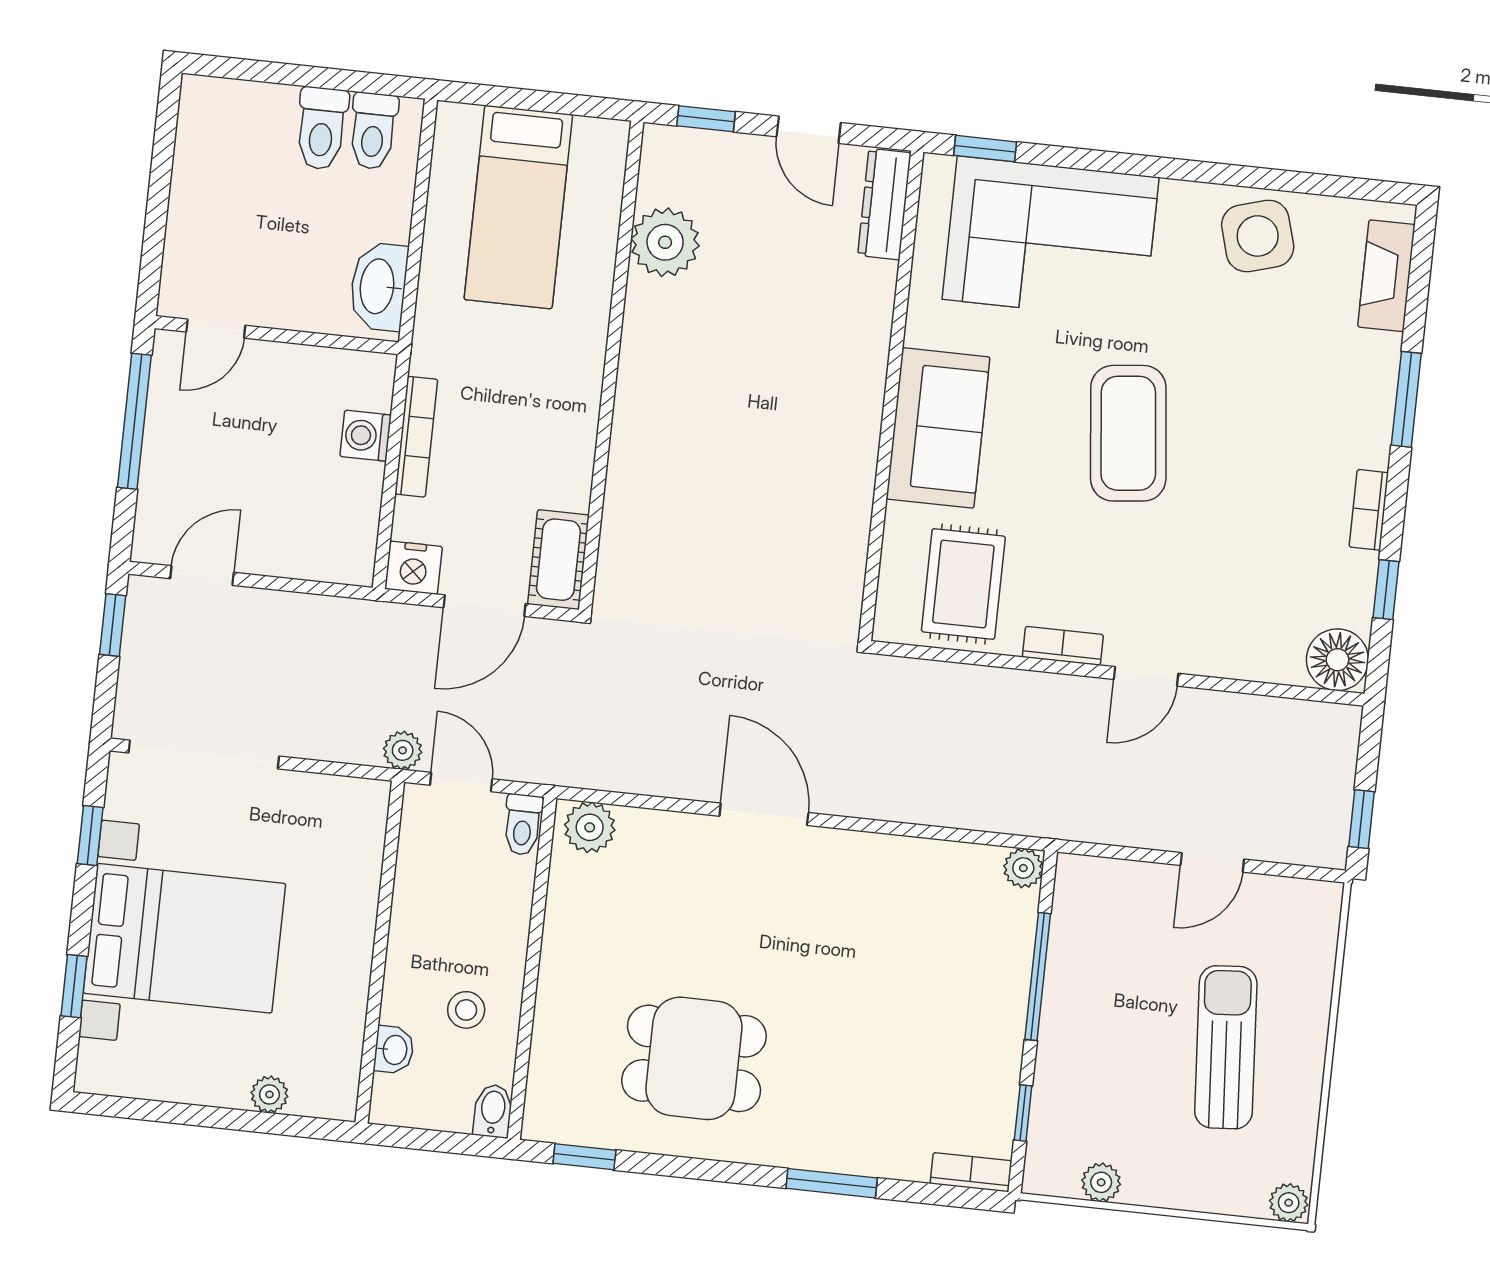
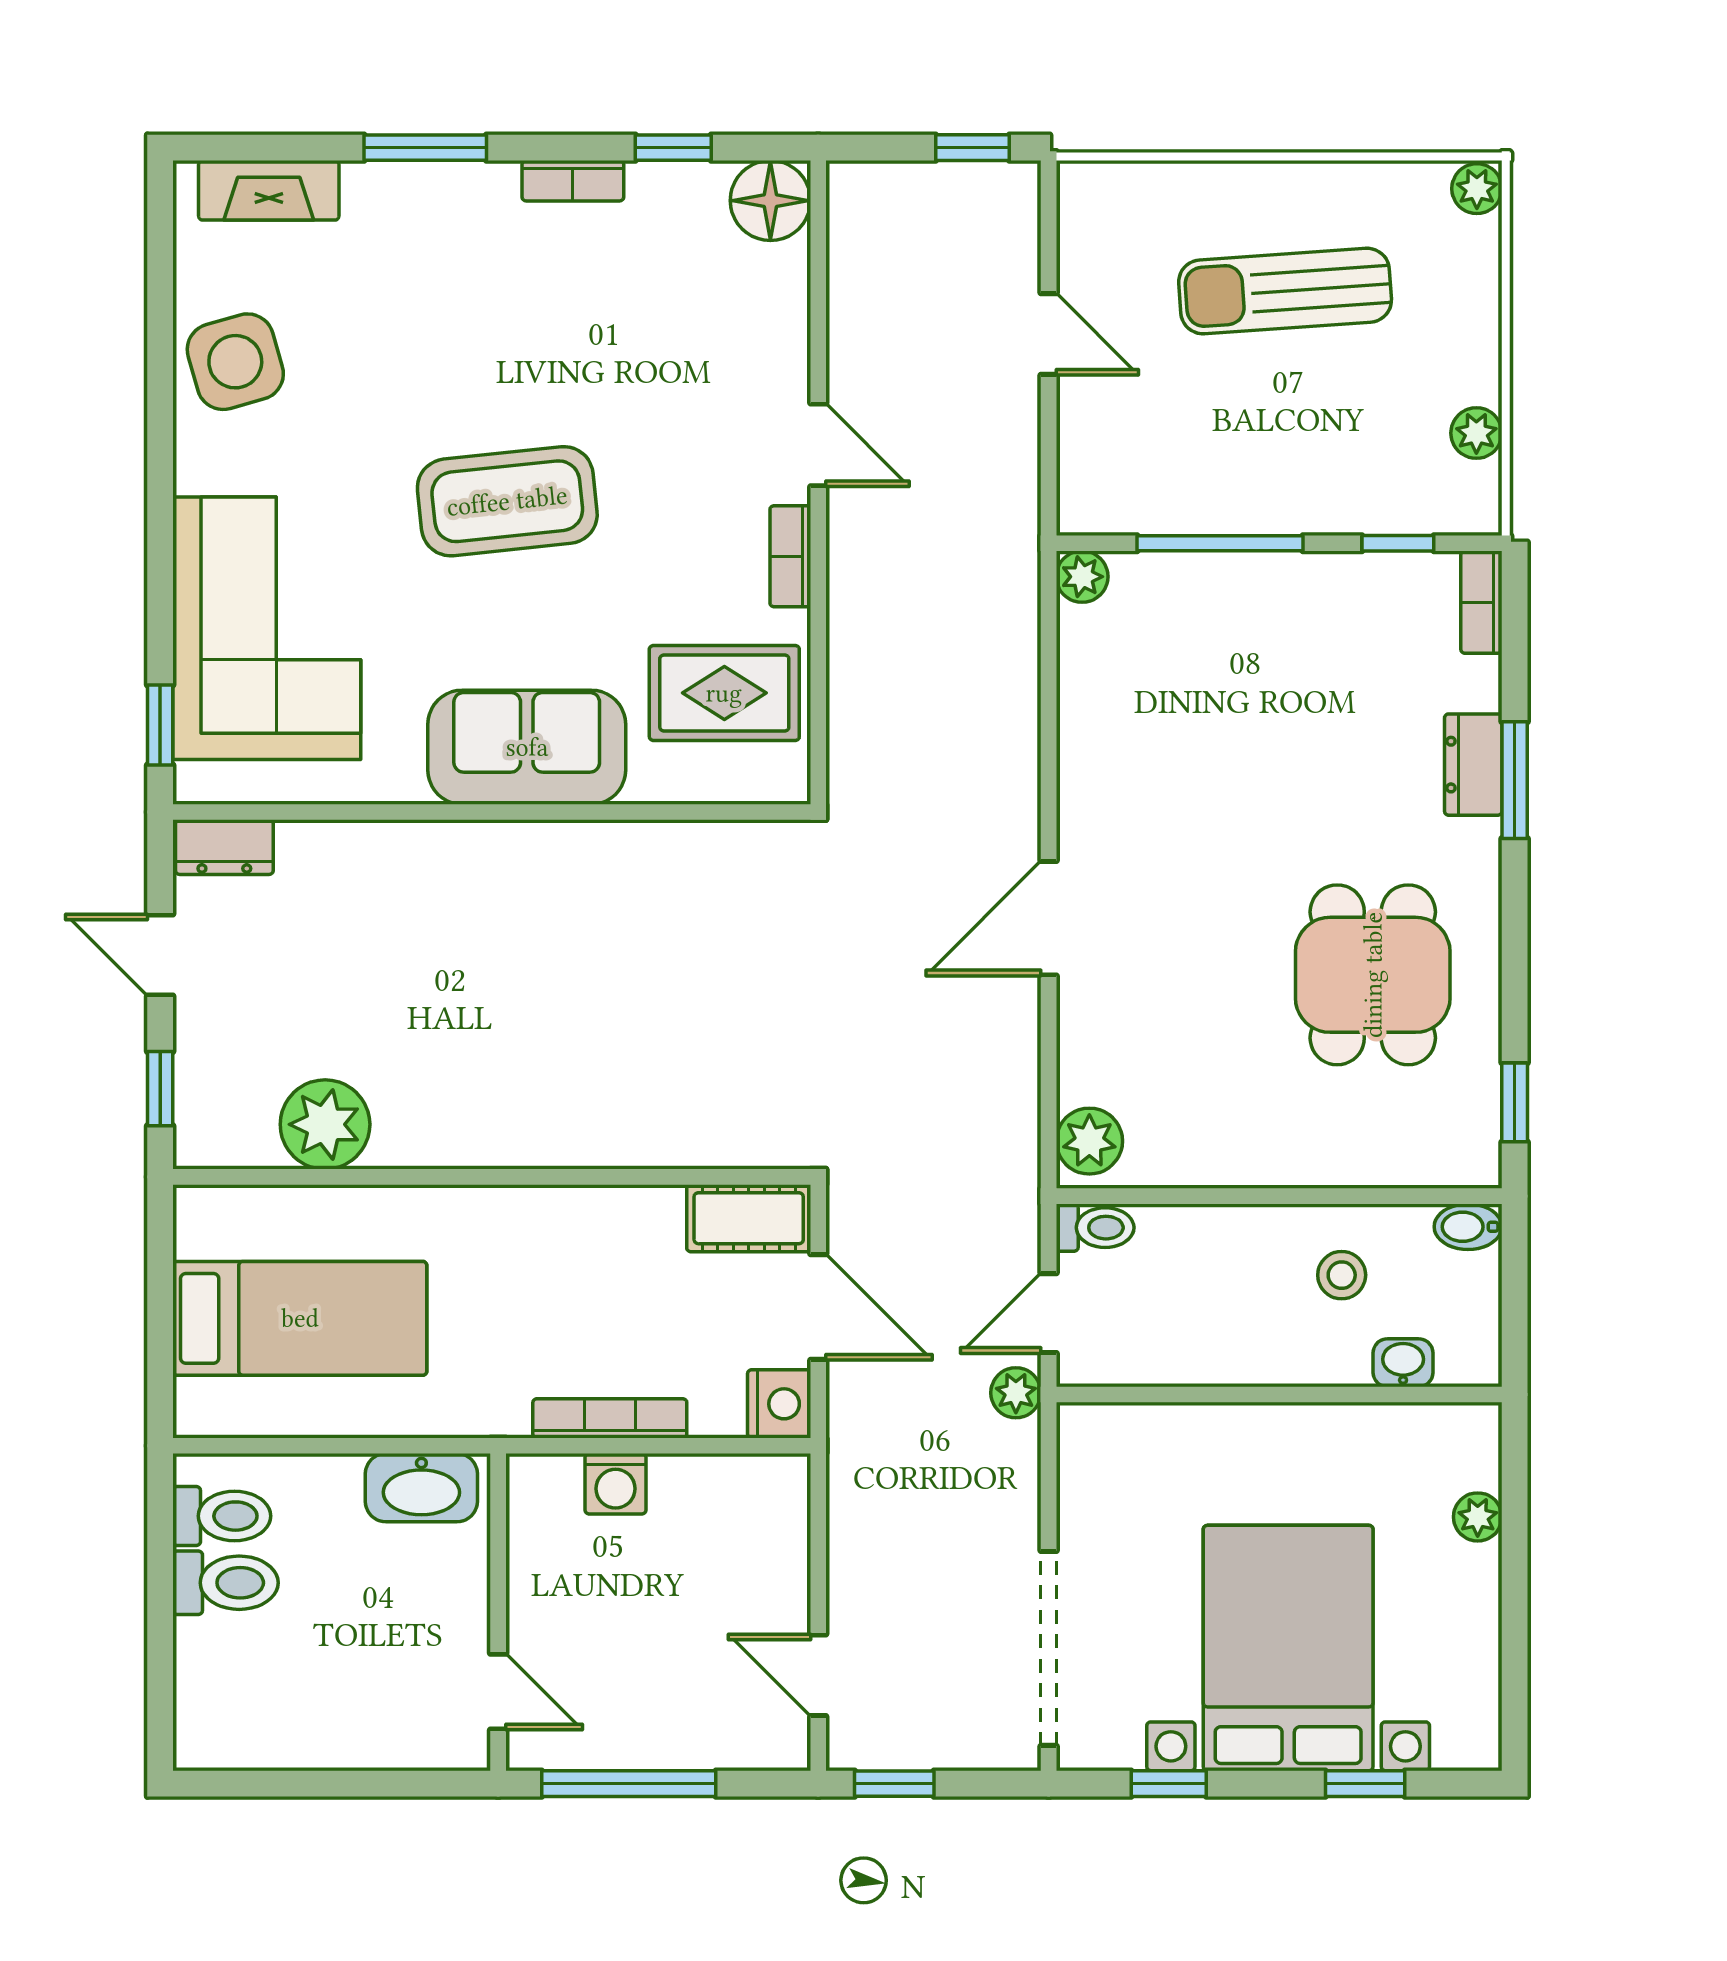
door: (809, 130) -> (160, 955), swing flipped
dresser: (884, 204) -> (224, 847), width x0.70
dresser: (847, 1153) -> (1473, 765), added

